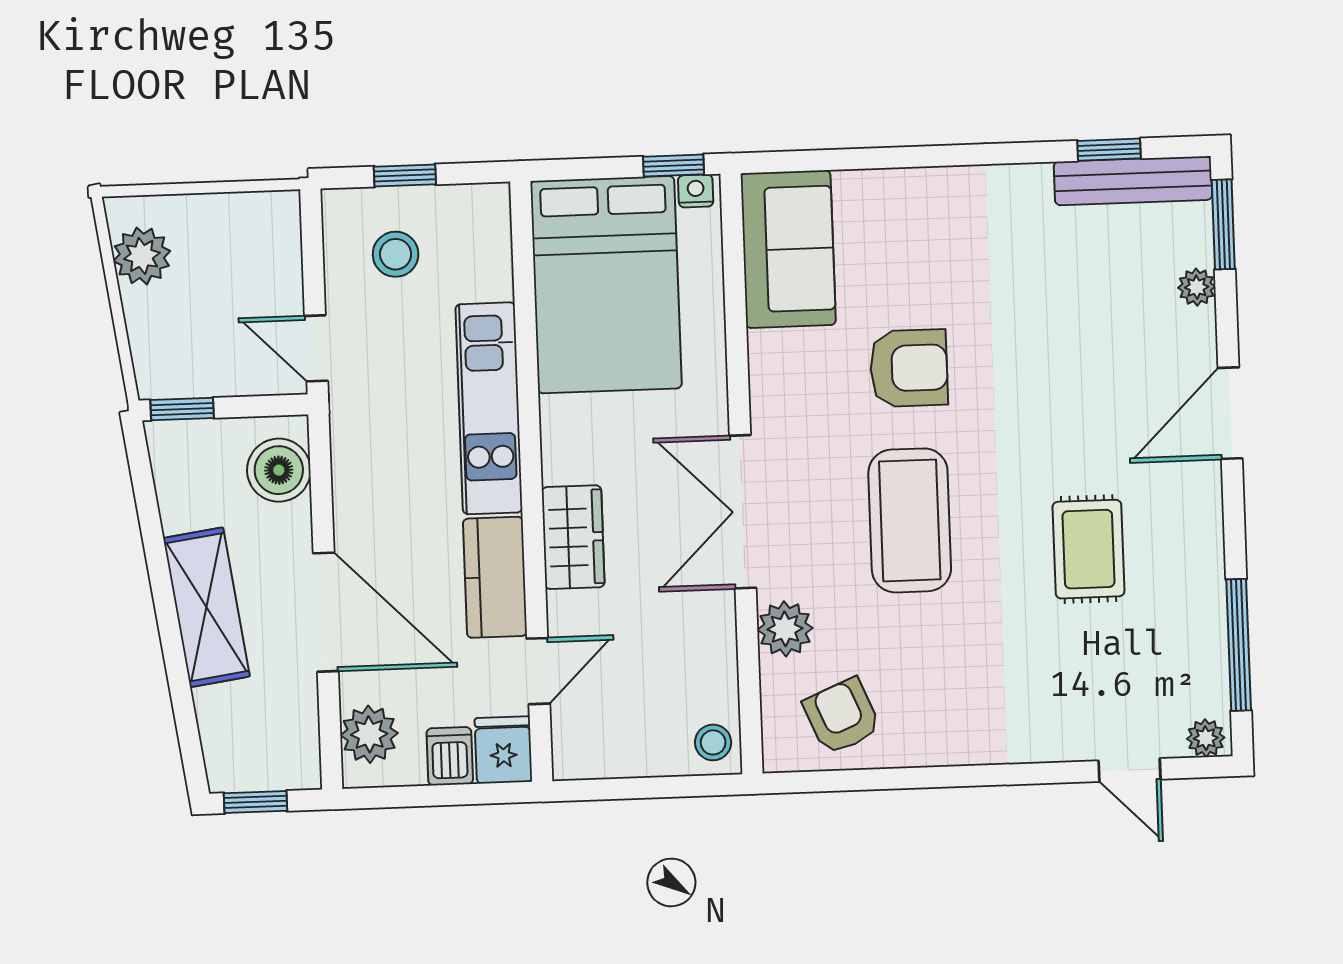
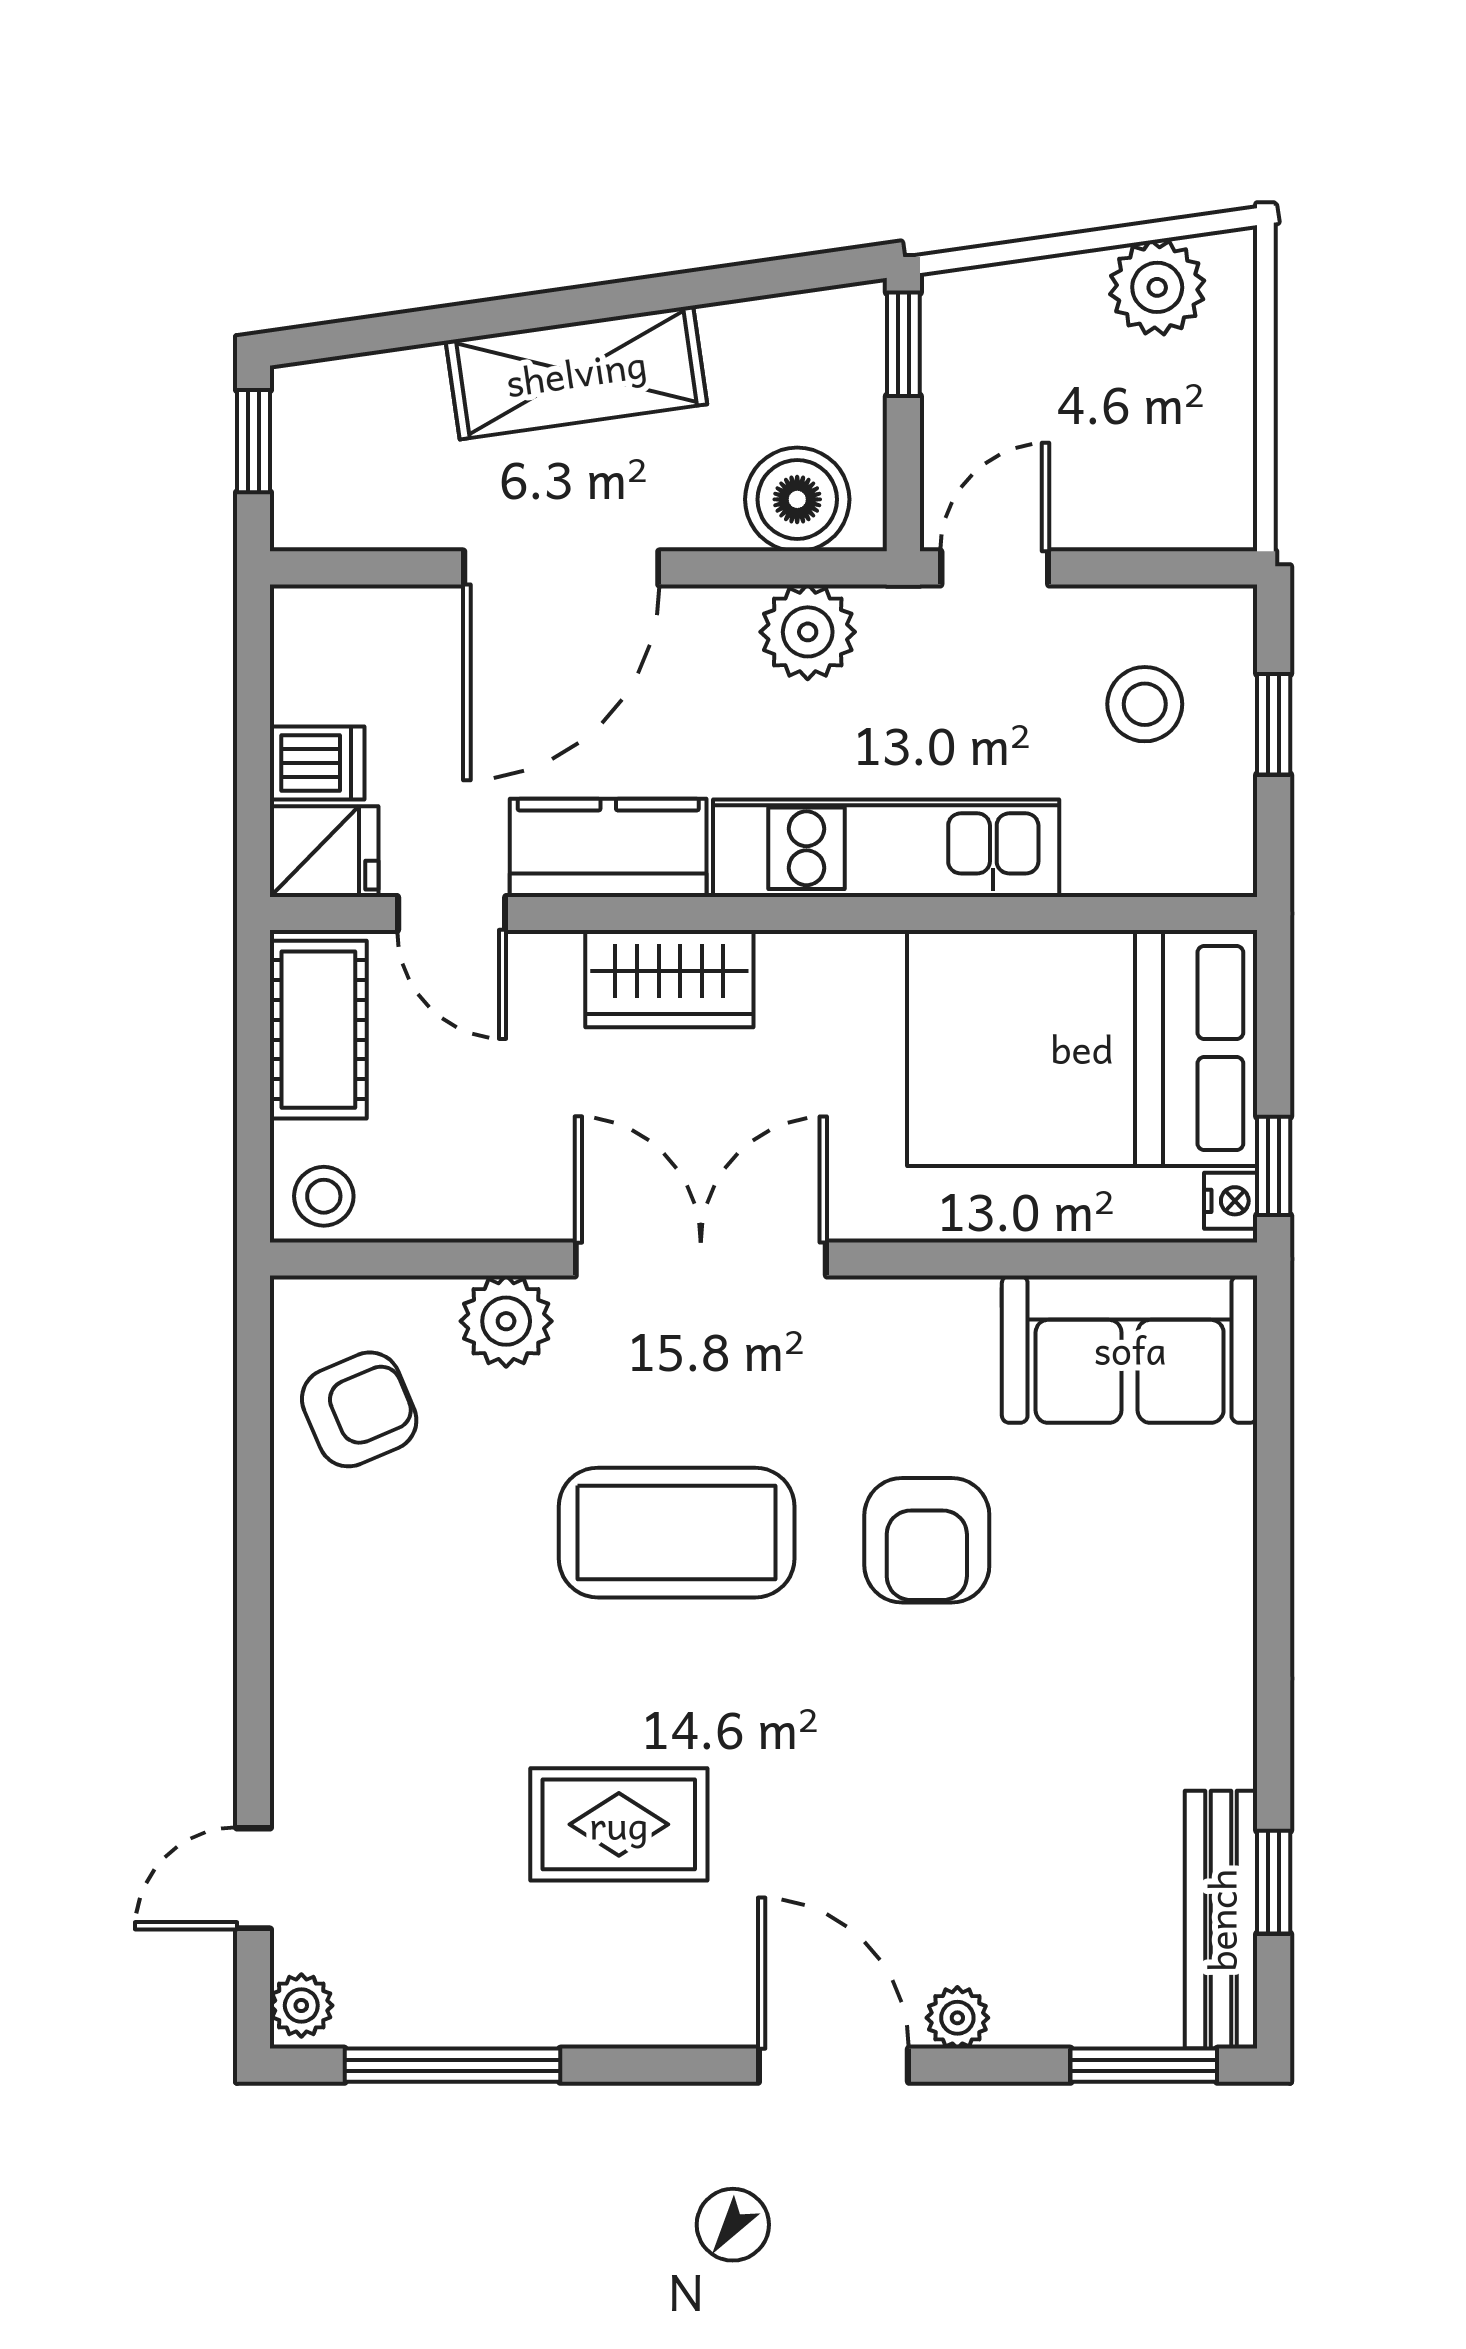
plant: (1197, 287) -> (957, 2018), moved
plant: (369, 734) -> (808, 632), moved
cot: (612, 750) -> (318, 1030), added

